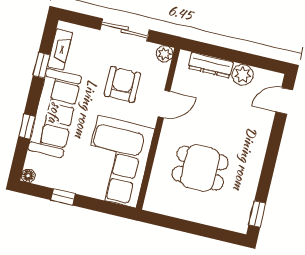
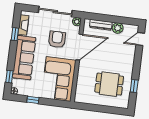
sliding door: (125, 30) -> (55, 12), width x1.37
door: (164, 104) -> (79, 47), width x1.87
window: (27, 126) -> (9, 77), moved
dining table: (200, 168) -> (109, 84), moved
window: (257, 214) -> (134, 86), moved

